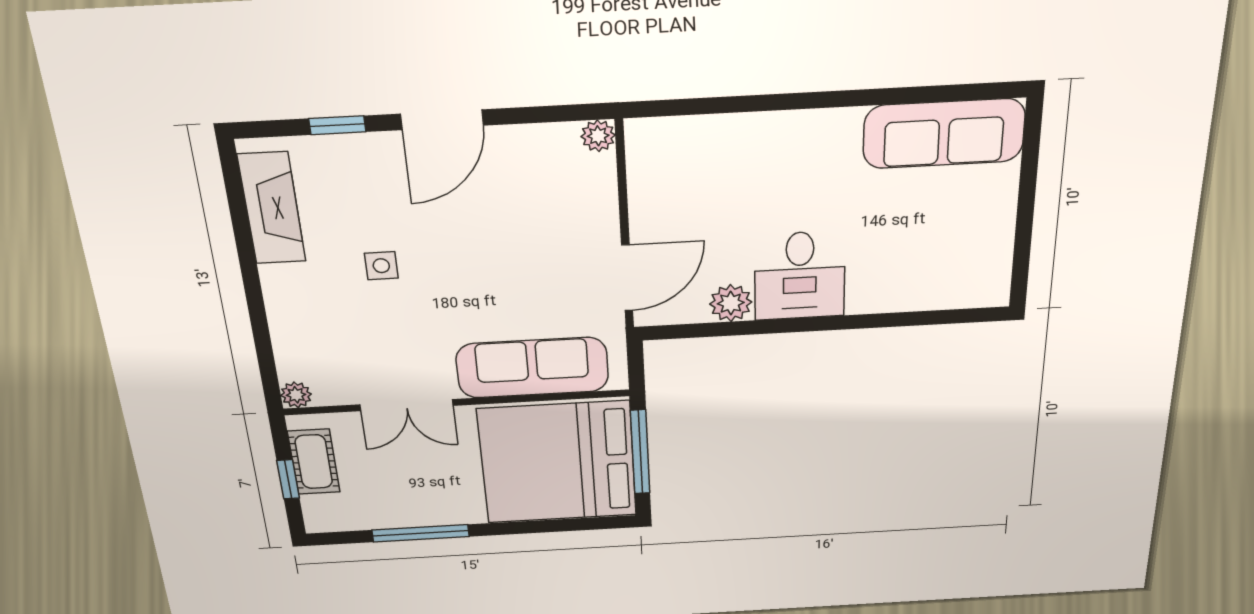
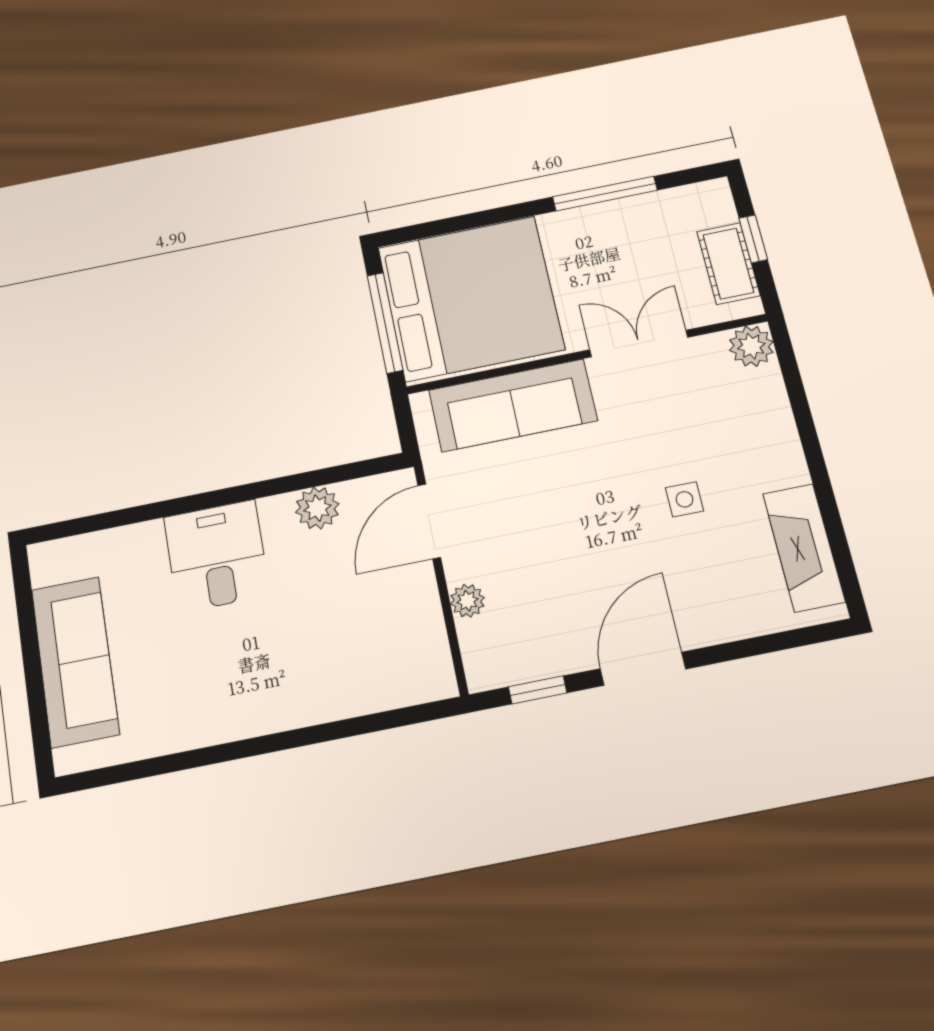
window: (337, 125) -> (538, 690), moved
sofa: (944, 134) -> (75, 661), moved, turned 90
plant: (598, 136) -> (467, 601), moved
desk: (800, 276) -> (217, 556), moved
plant: (296, 395) -> (751, 346), width x1.38, depth x1.38

